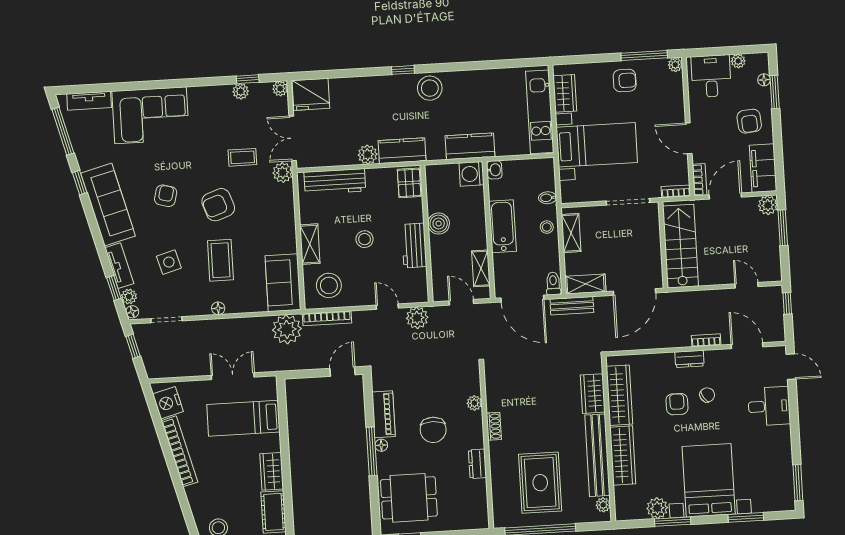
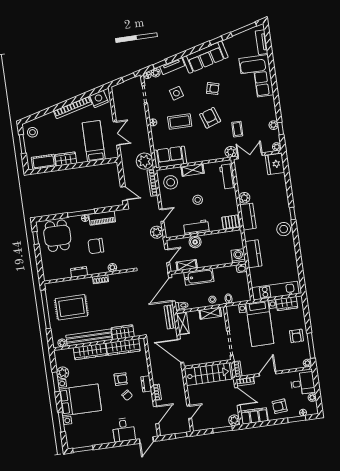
workbench: (335, 182) -> (227, 176), width x0.73
boiler: (439, 224) -> (195, 242), moved
bathtub: (503, 226) -> (199, 277), moved

